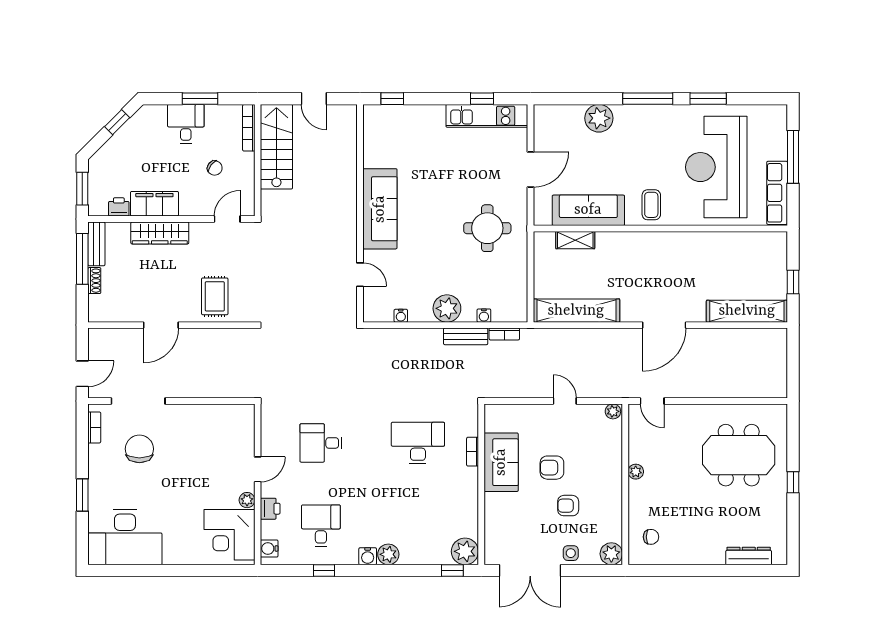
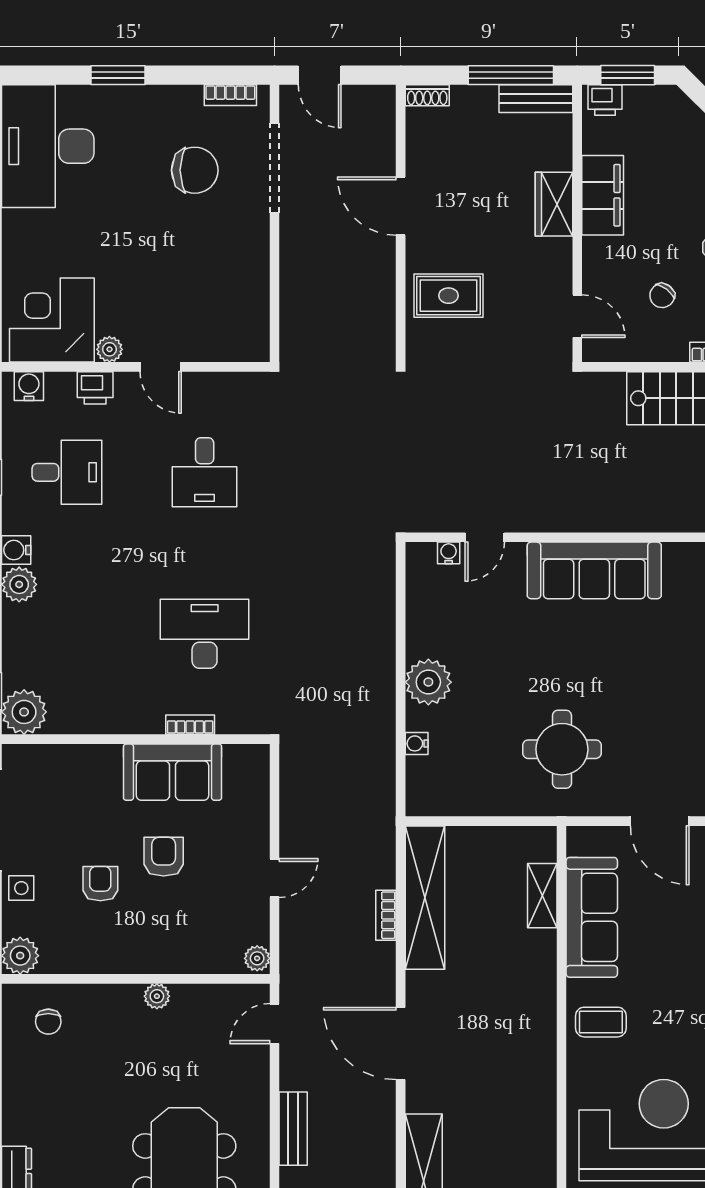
printer: (119, 207) -> (605, 100), moved, turned 90
wardrobe: (160, 233) -> (554, 204), width x0.67
shoe rack: (94, 281) -> (427, 95), moved
water cooler: (401, 316) -> (449, 553), moved, turned 90
bookcase: (504, 334) -> (386, 915), moved
bench: (466, 336) -> (293, 1129), moved
desk: (321, 443) -> (205, 472), turned 180
desk: (418, 443) -> (205, 634), turned -90

